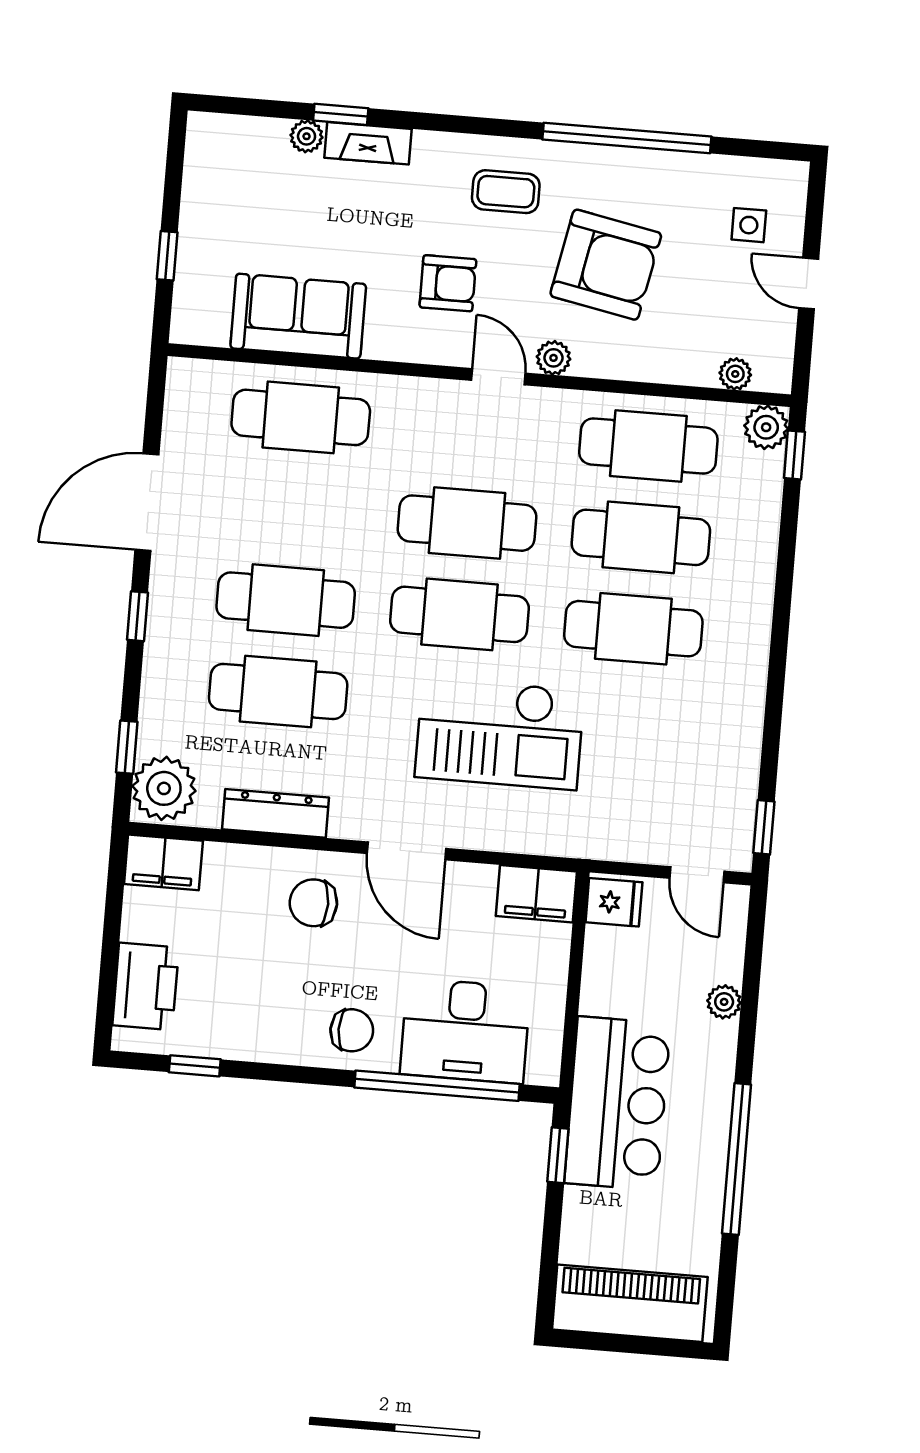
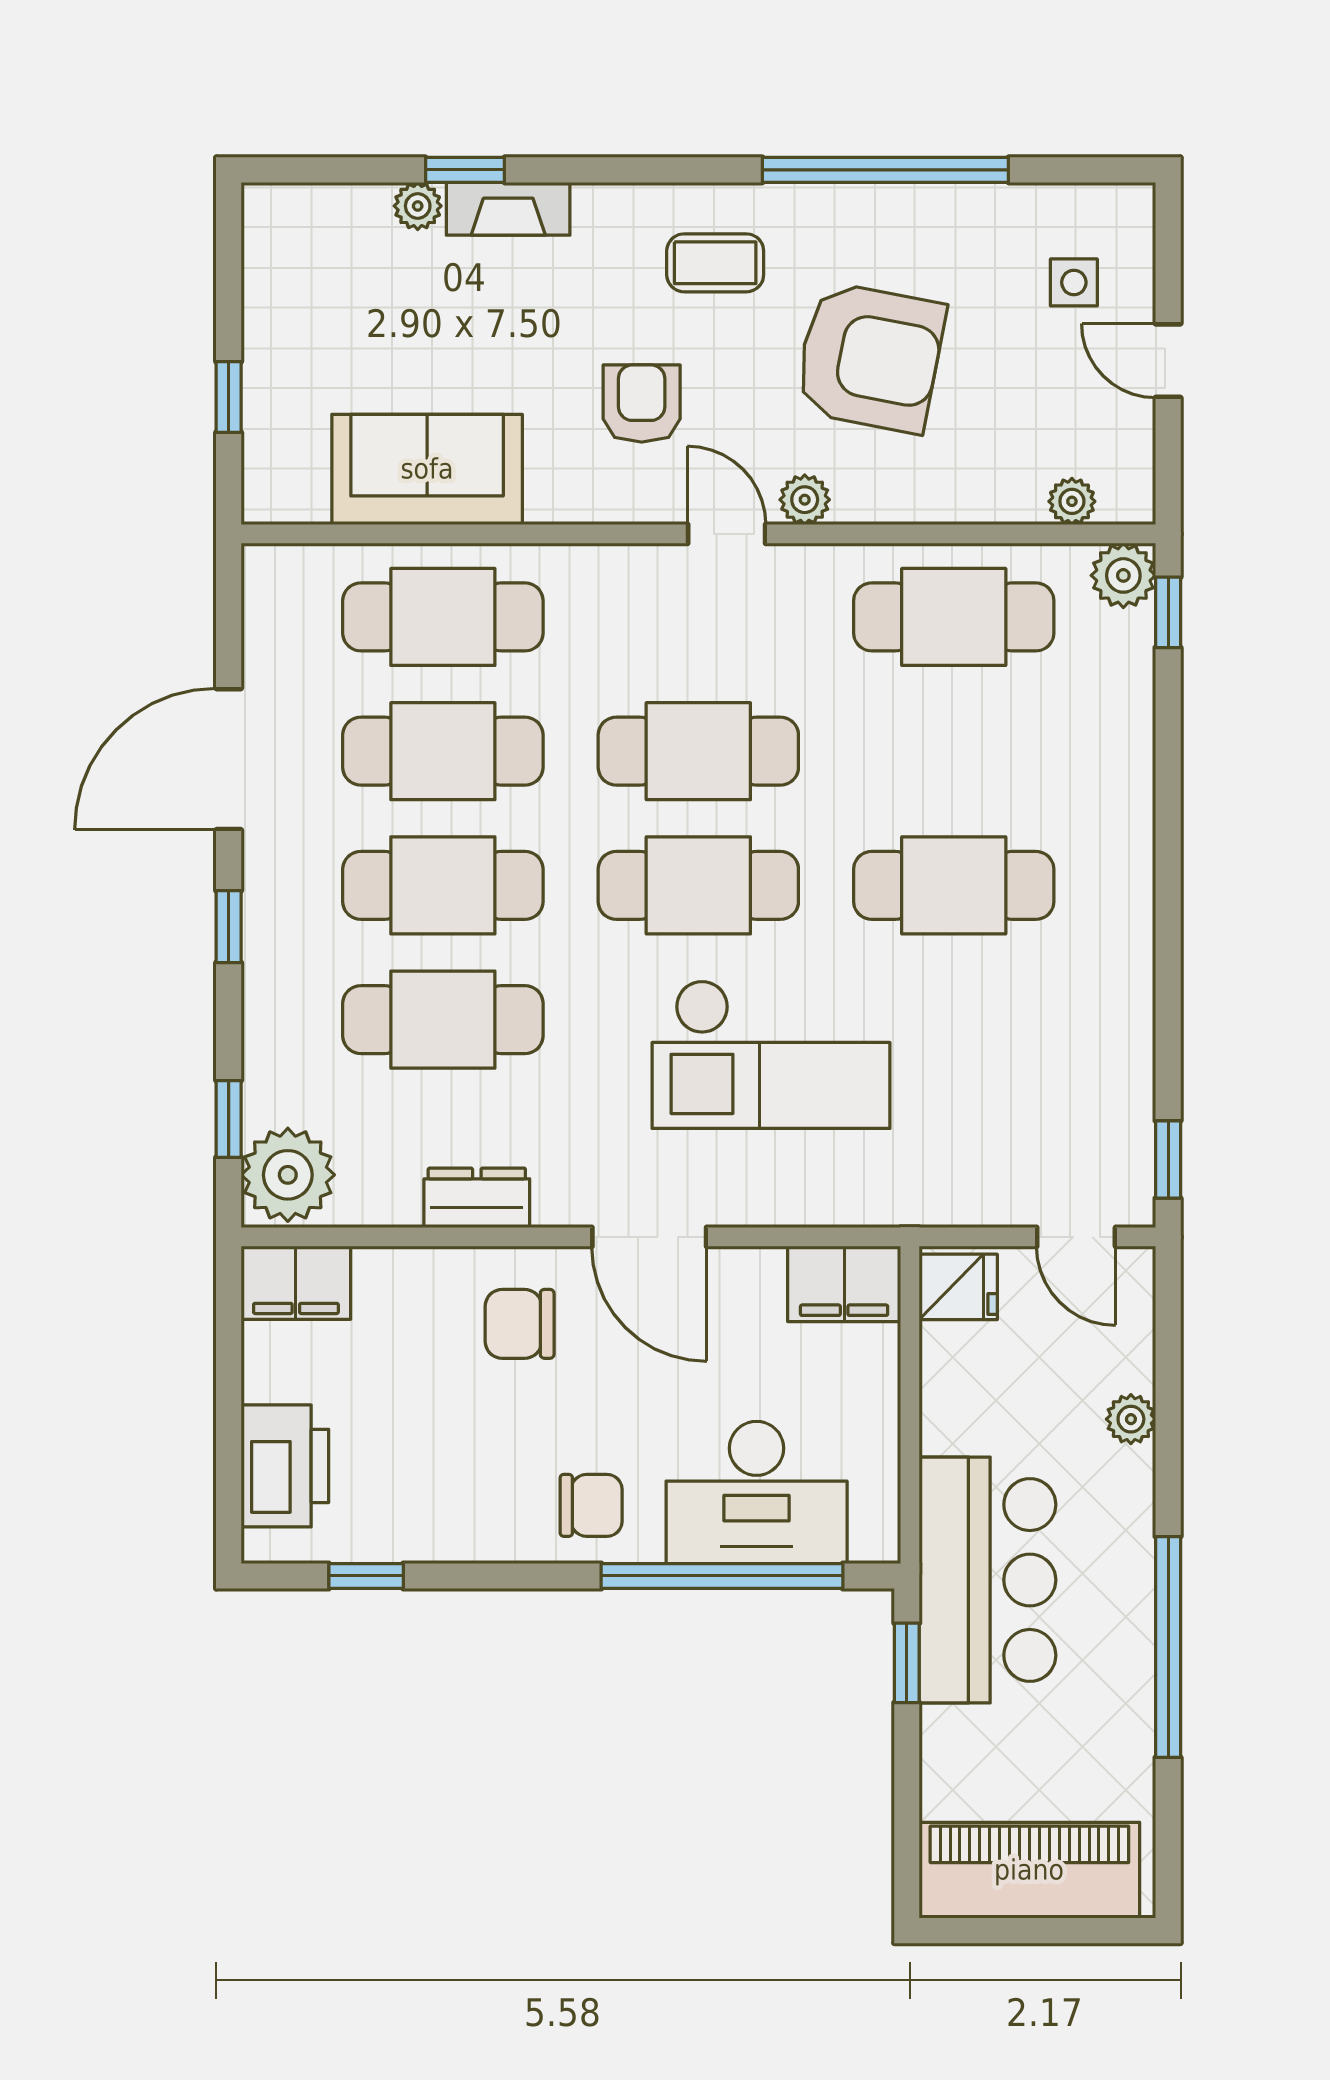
armchair: (448, 283) -> (642, 403), turned -90
cafe table: (641, 537) -> (443, 751), moved
dresser: (276, 813) -> (477, 1198), width x0.70

